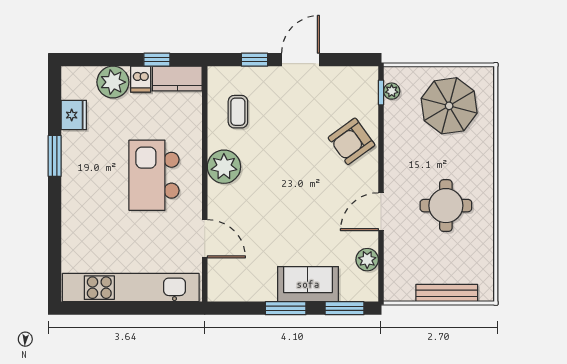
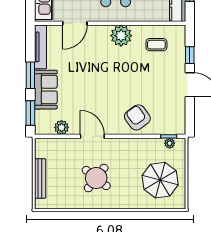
round table: (446, 206) -> (96, 178), turned 38
tv unit: (242, 292) -> (40, 47), added

